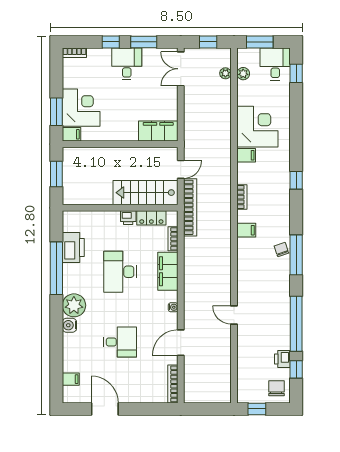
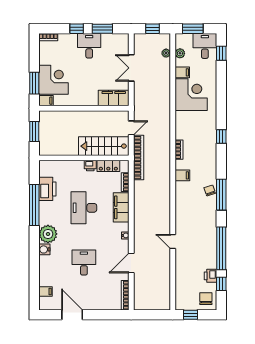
double door: (181, 69) -> (131, 68), moved
filing cabinet: (246, 155) -> (182, 72), moved
desk: (120, 342) -> (84, 263), turned -90

